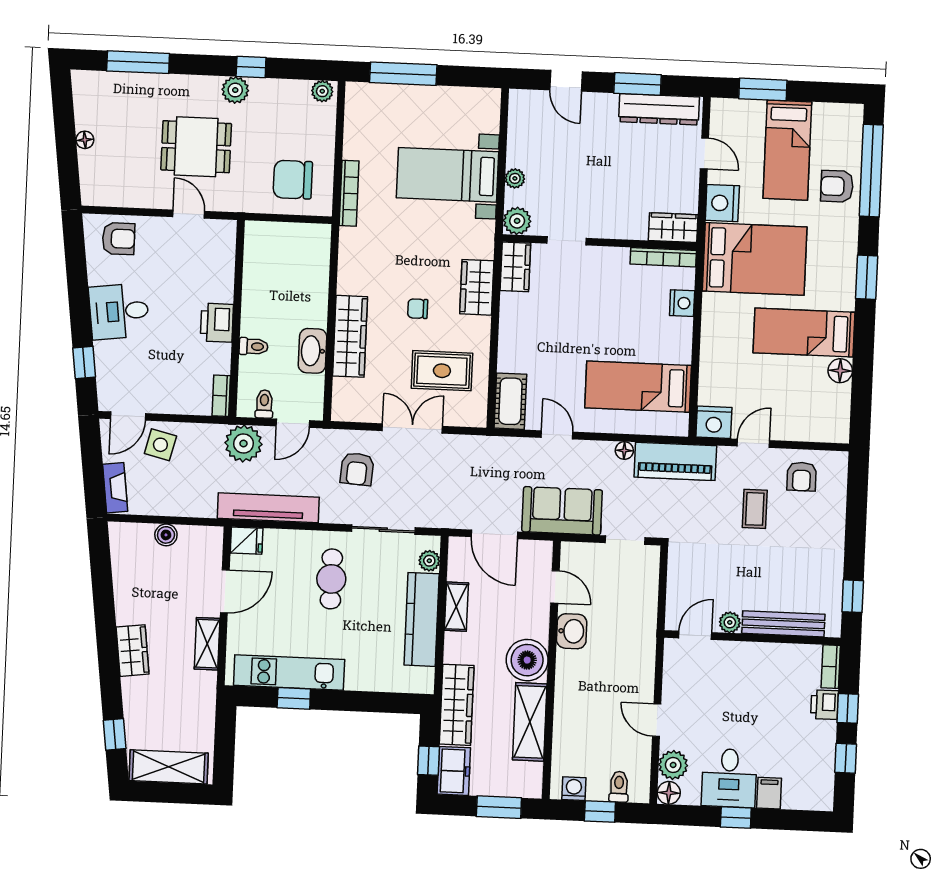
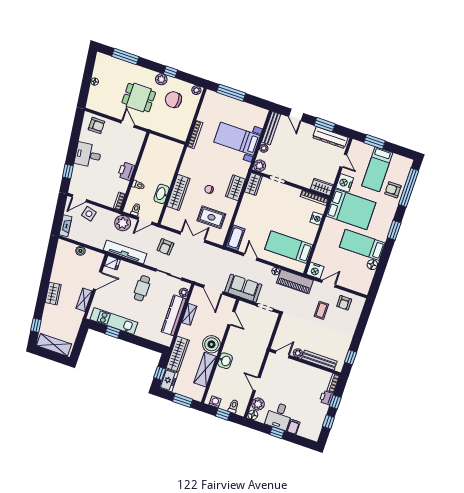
bench: (518, 128) -> (271, 128), added
chair: (293, 180) -> (173, 100), moved
washbasin: (572, 631) -> (225, 361), moved

